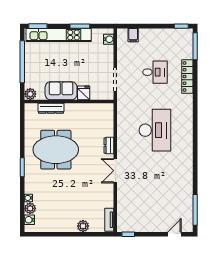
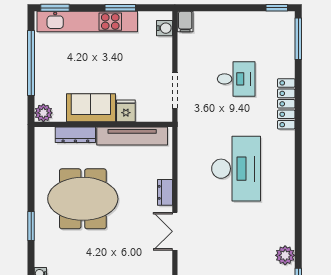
filing cabinet: (133, 35) -> (185, 22), moved
locker: (187, 77) -> (286, 104), moved
tv unit: (88, 109) -> (132, 136), added
plant: (187, 186) -> (285, 255), added

